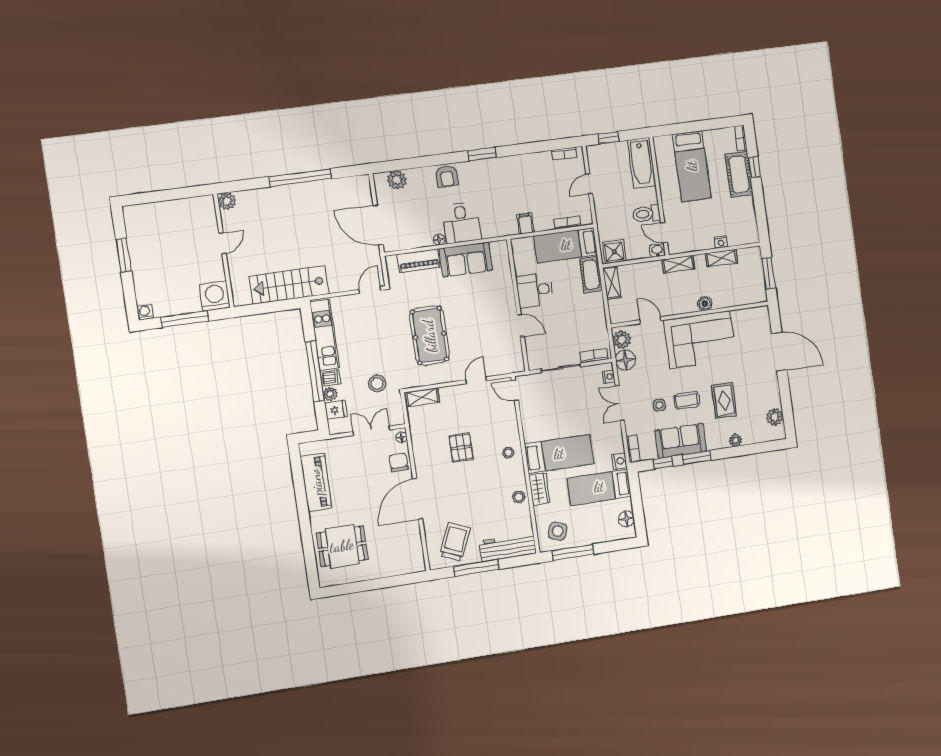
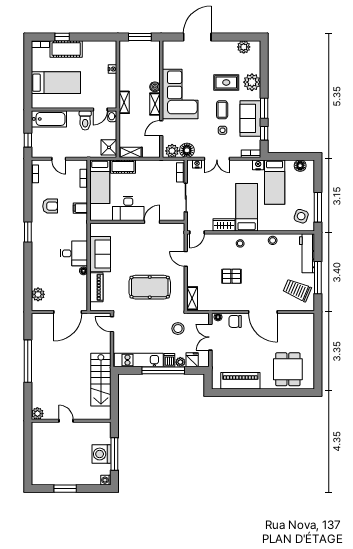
armchair: (447, 176) -> (50, 206), moved
shelving: (721, 258) -> (155, 104), moved
desk: (535, 290) -> (128, 208), width x1.37
washing machine: (215, 296) -> (101, 454), moved
plant: (736, 440) -> (252, 82), width x1.88, depth x1.88
wardrobe: (539, 489) -> (224, 225), moved

